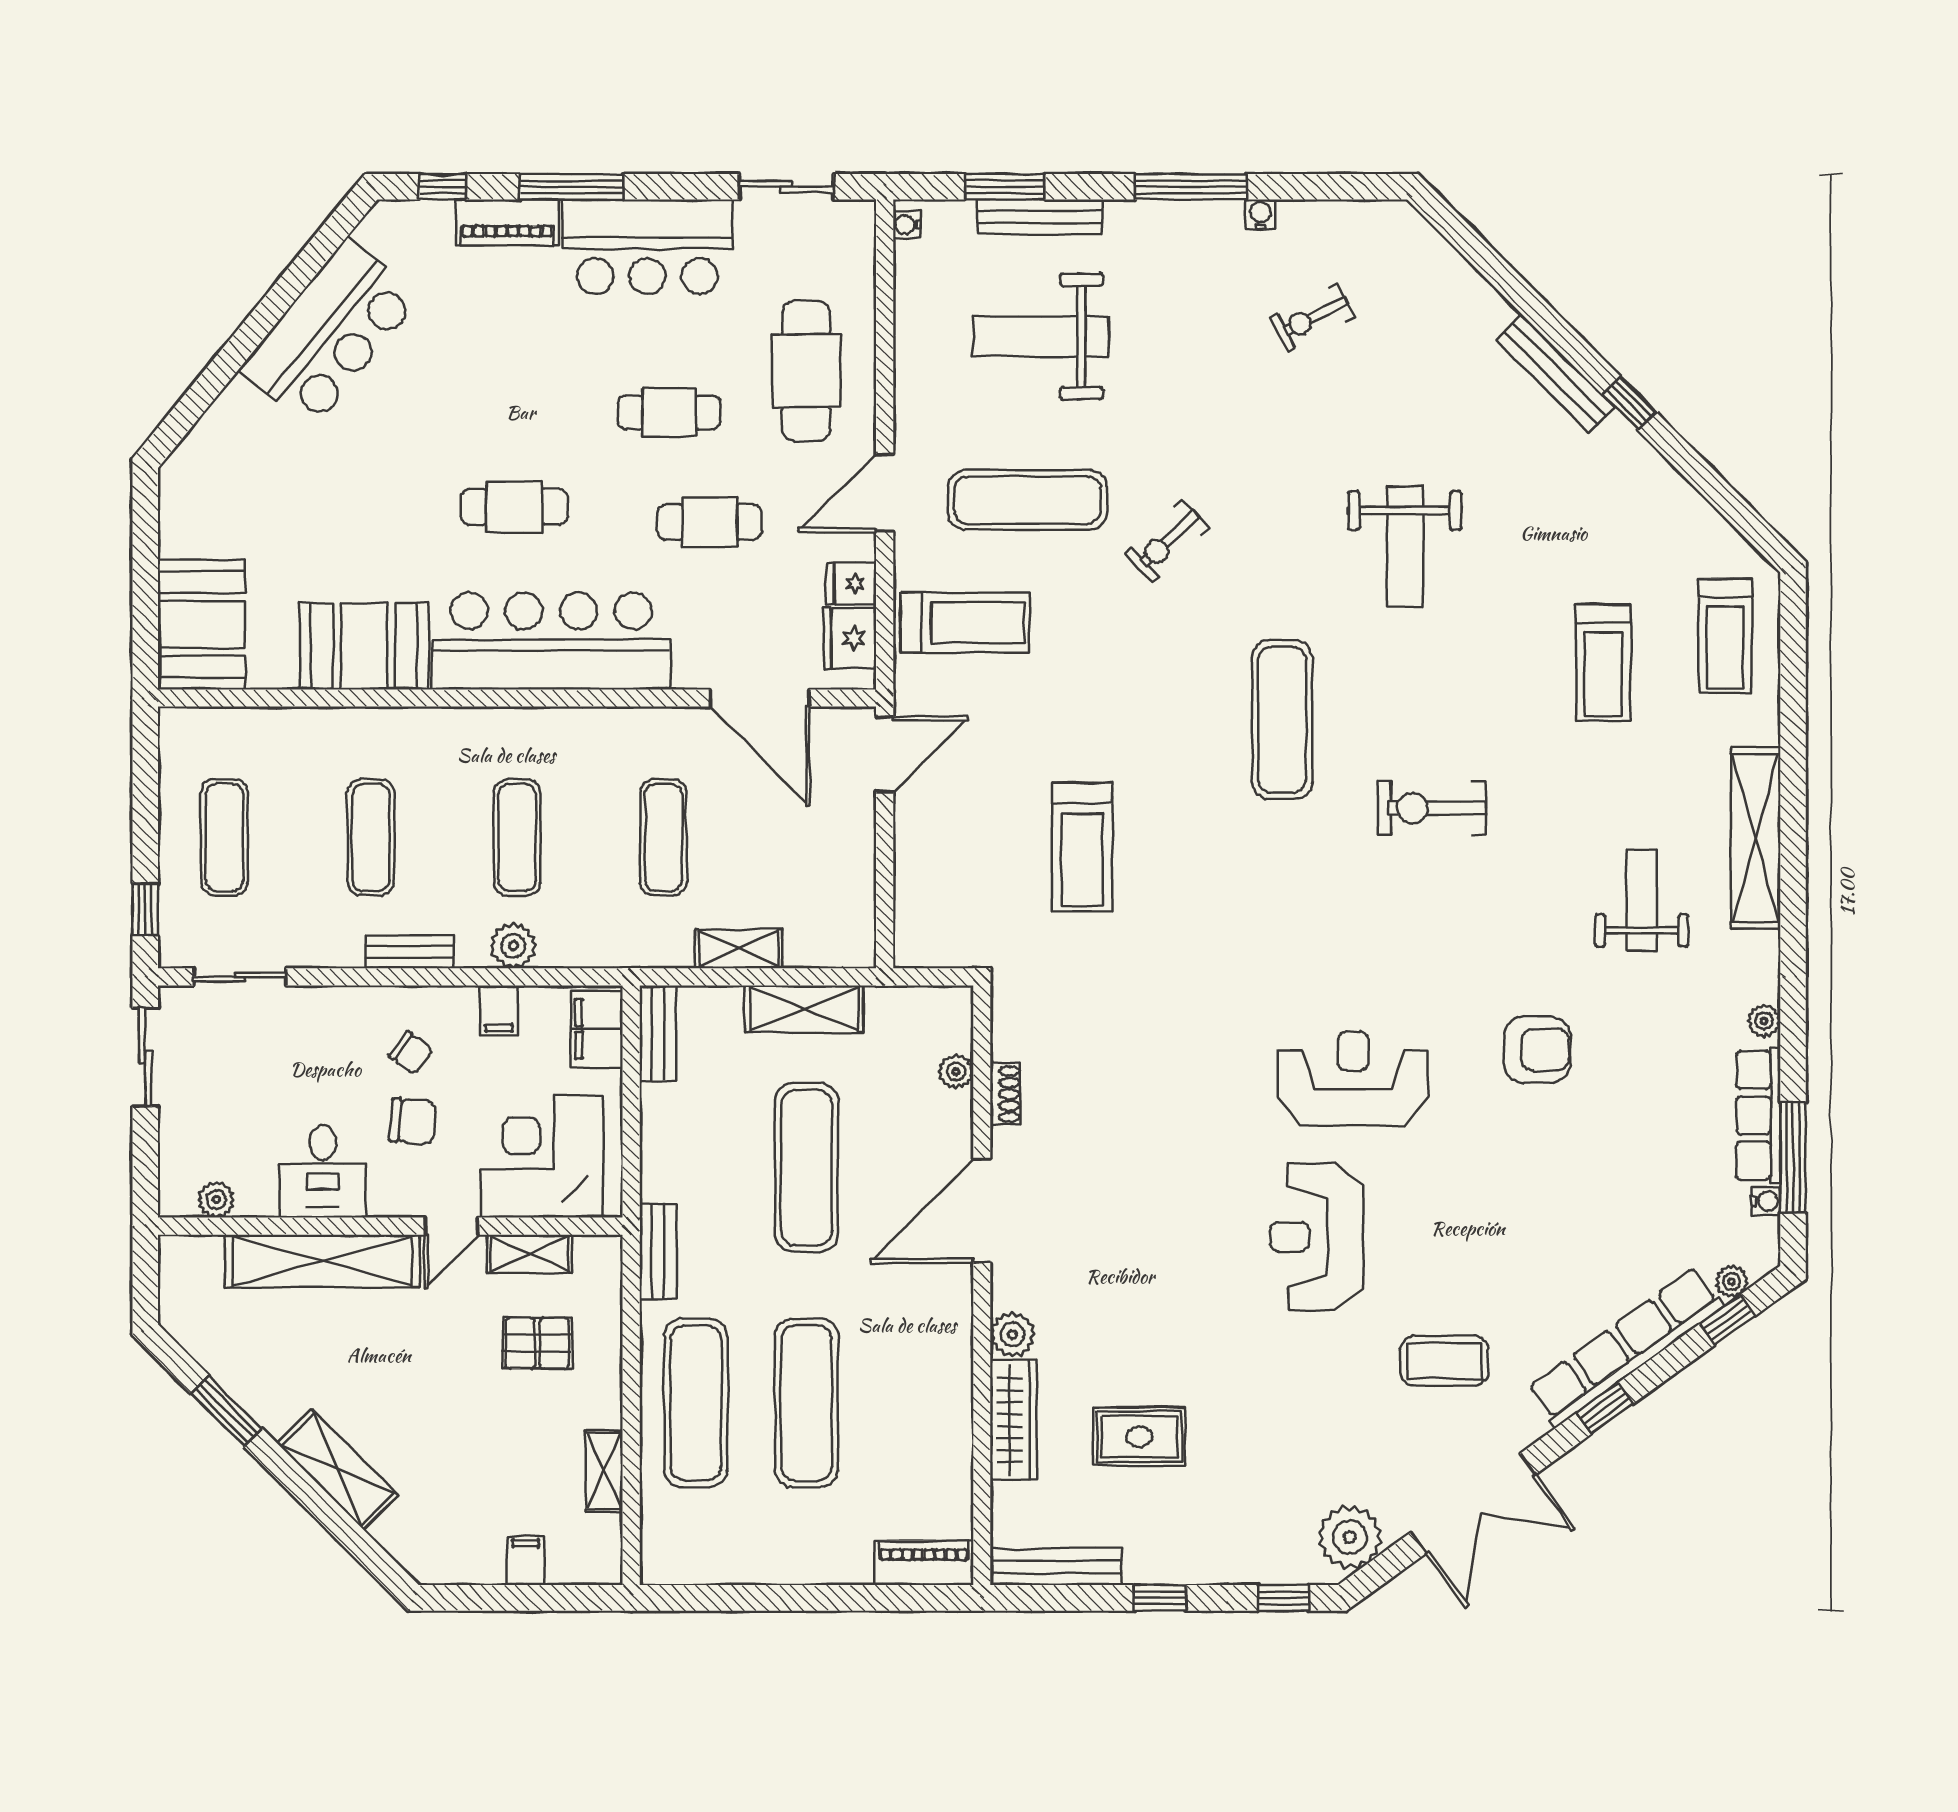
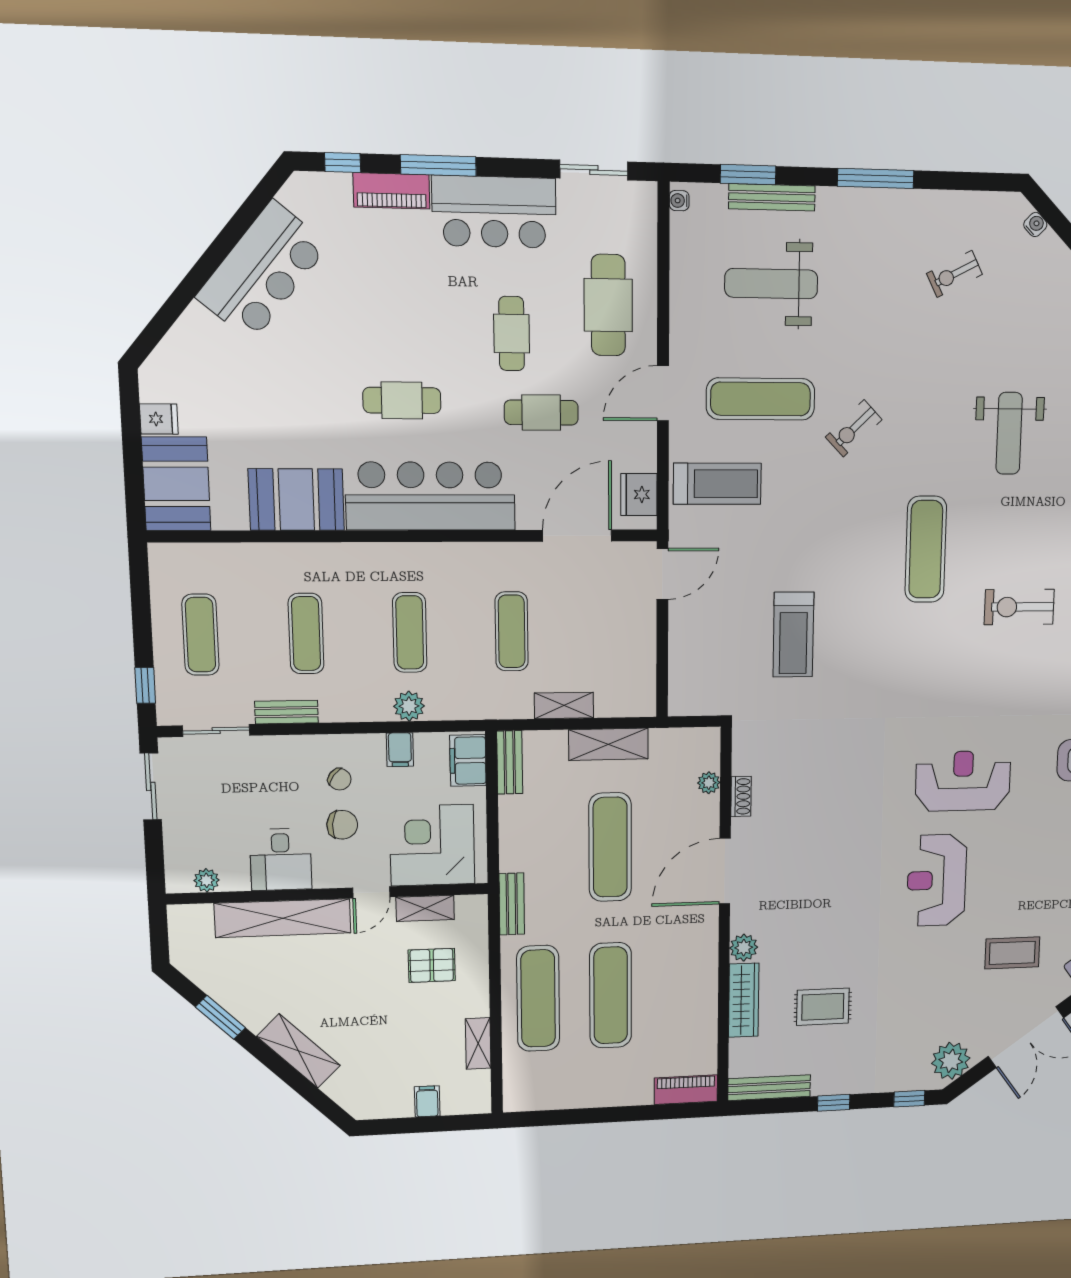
water cooler: (1260, 214) -> (1035, 224), moved, turned 45
cafe table: (669, 412) -> (512, 334), turned 90
fridge: (851, 584) -> (159, 419), moved, turned 180
door: (760, 698) -> (577, 536), swing flipped
bench: (409, 952) -> (286, 712), moved

